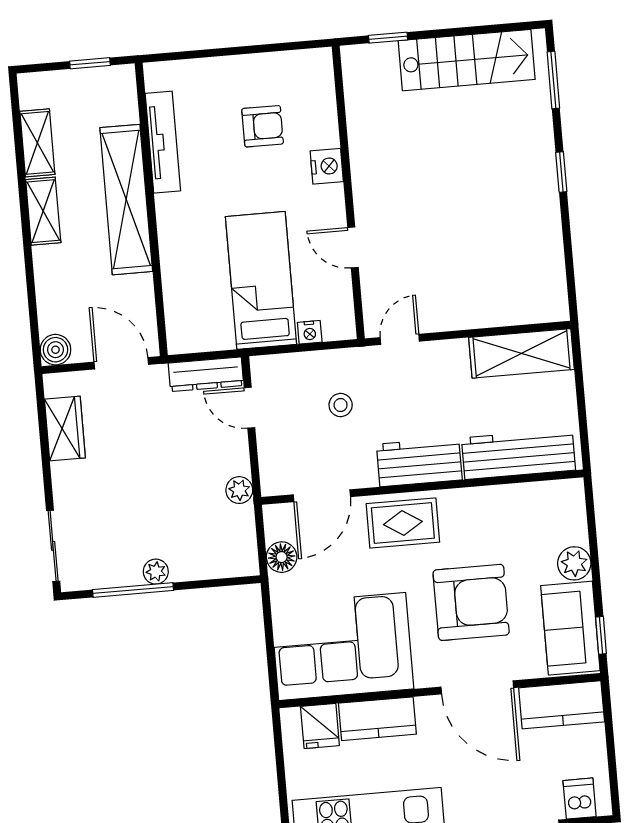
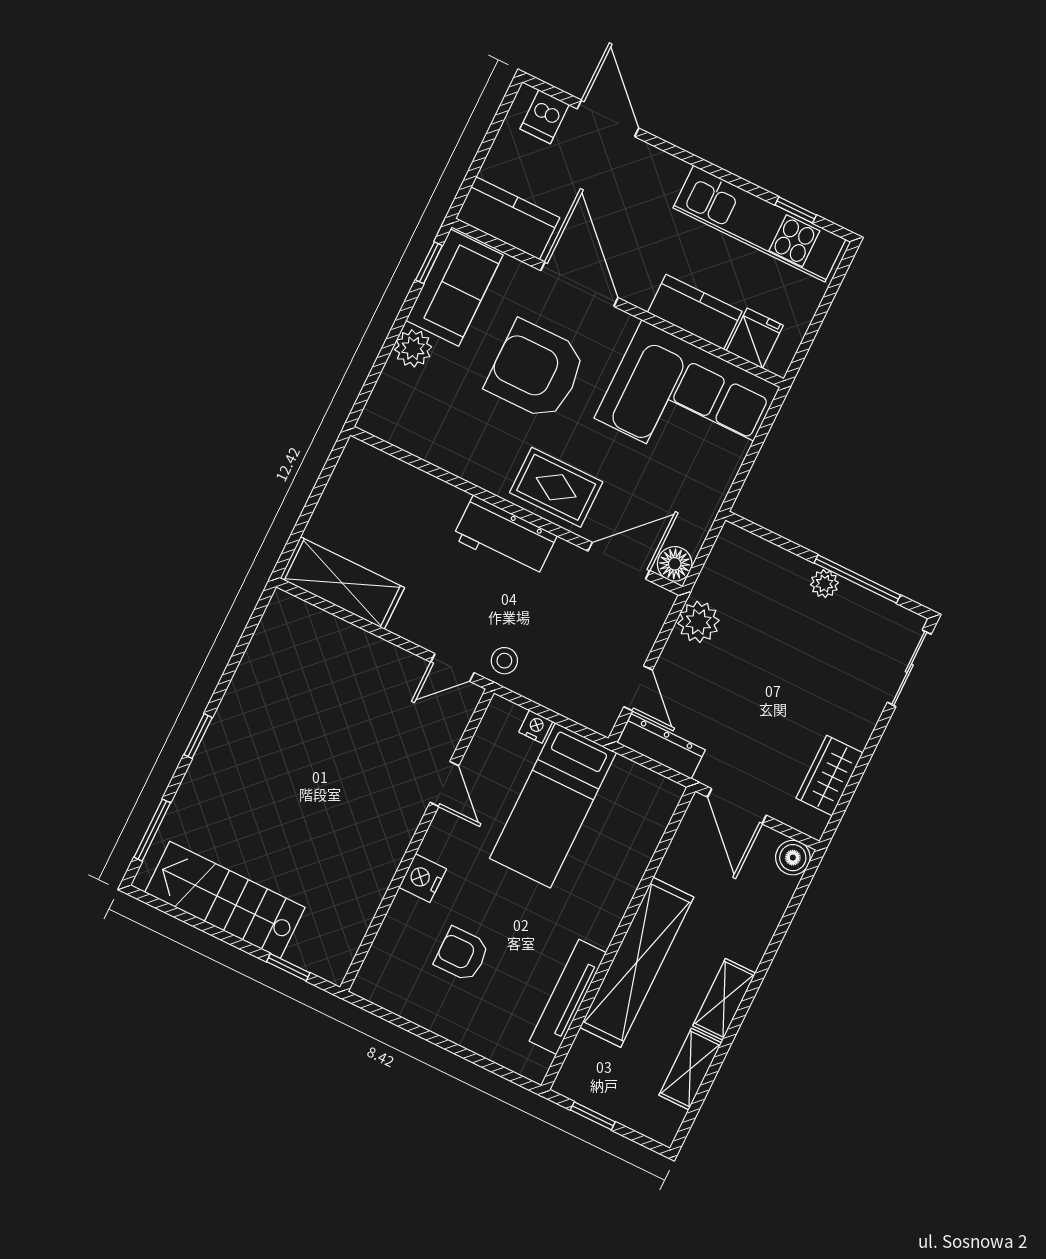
stool: (341, 405) -> (504, 661), moved
workbench: (518, 454) -> (404, 487), removed
plant: (239, 490) -> (699, 622), width x1.38, depth x1.38
floor lamp: (282, 557) -> (675, 564), moved

